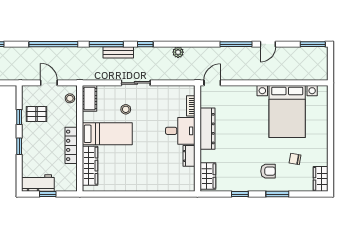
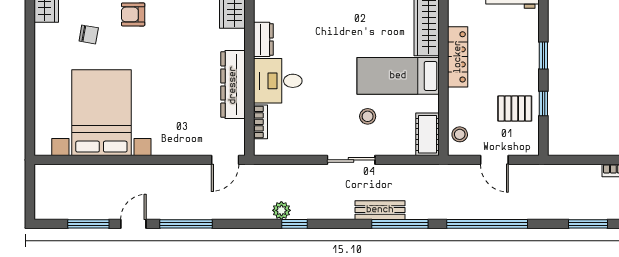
window: (145, 44) -> (295, 224), moved
window: (313, 44) -> (88, 224), moved

